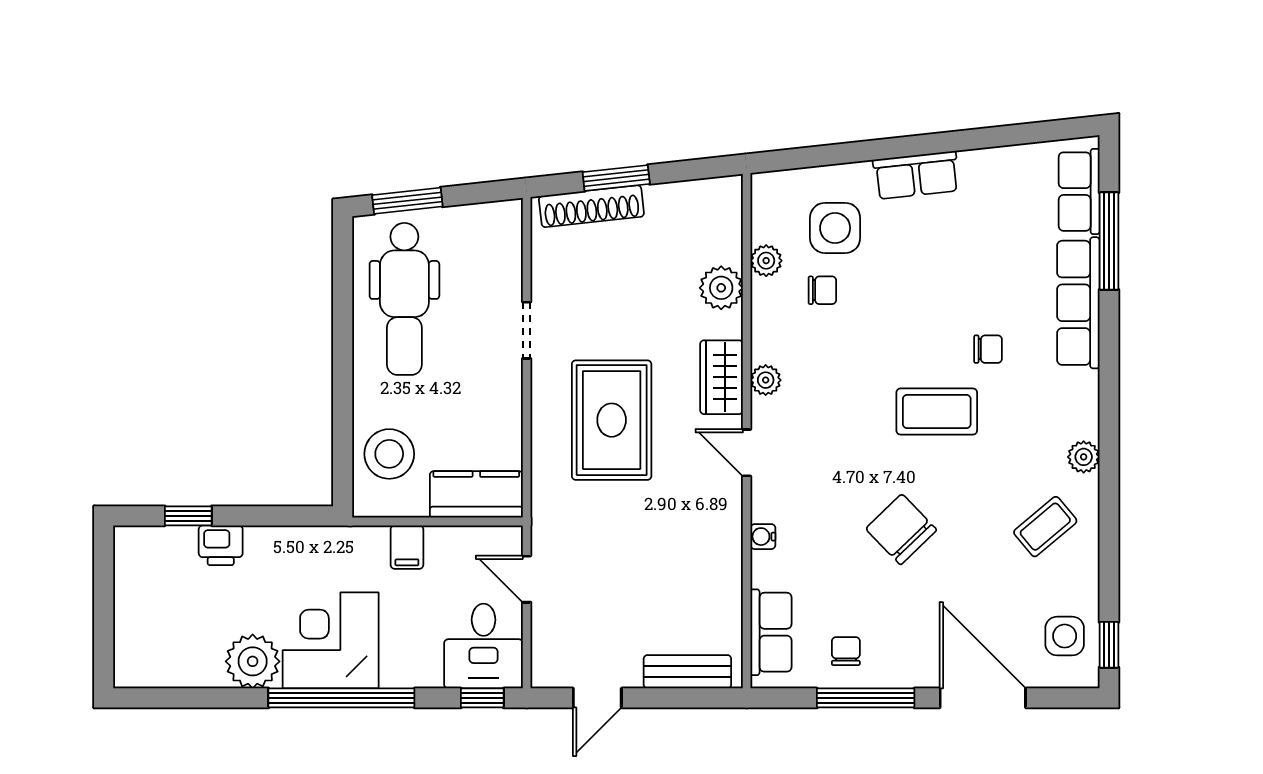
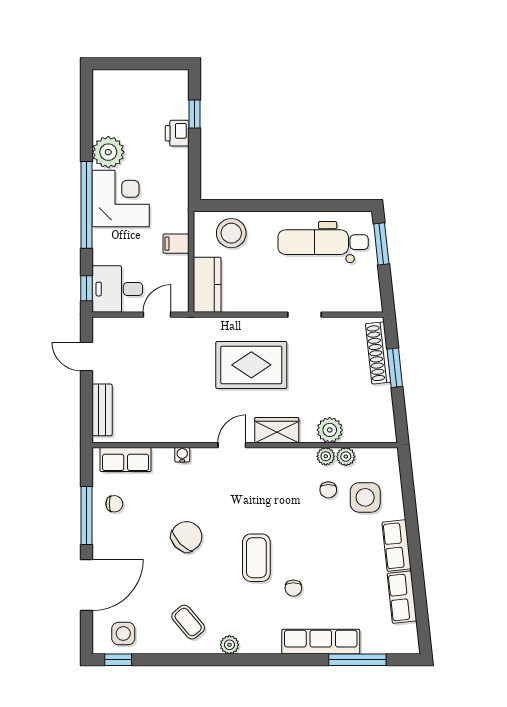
row of seats: (1079, 192) -> (402, 597), moved, turned -96
plant: (766, 380) -> (326, 456), moved

